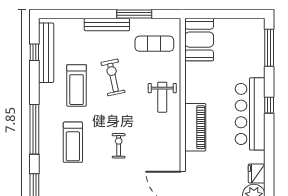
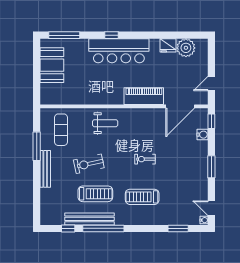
booth: (199, 40) -> (52, 65), moved, turned 90
bench: (46, 53) -> (90, 219), moved
piano: (195, 127) -> (144, 96), moved
window: (34, 129) -> (103, 228), moved
treadmill: (73, 142) -> (142, 197), turned 180

